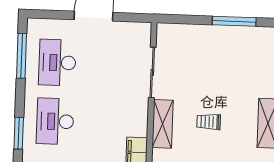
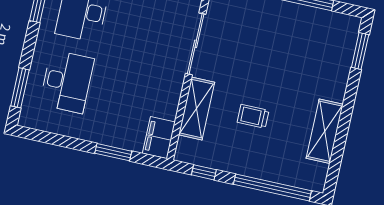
desk: (55, 121) -> (67, 82), turned 180

